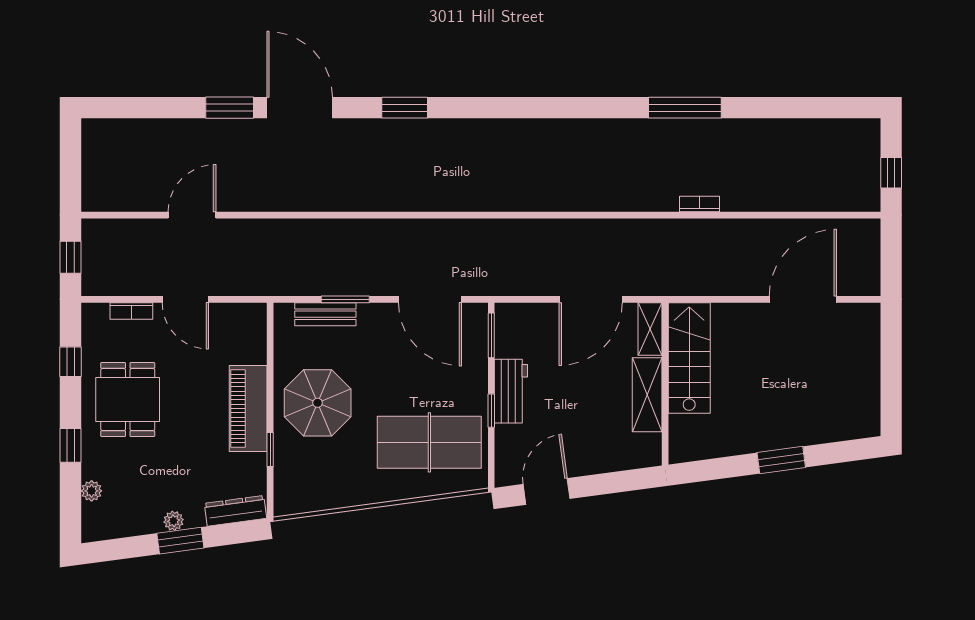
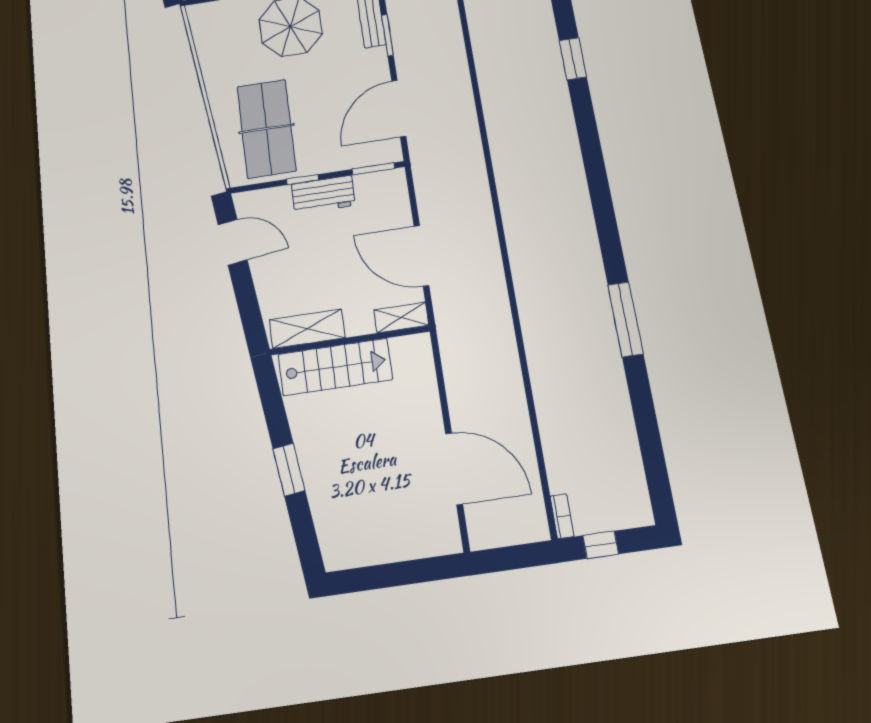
bookcase: (700, 204) -> (562, 516), moved
stairs: (689, 358) -> (335, 367), moved
shelving: (647, 395) -> (307, 329), moved

